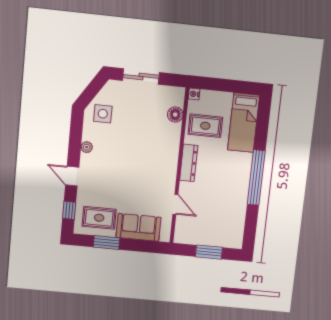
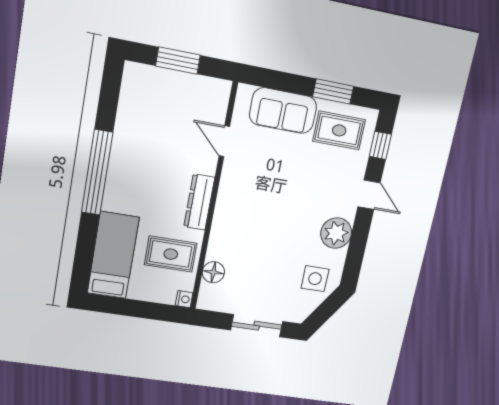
plant: (87, 147) -> (336, 233), width x1.88, depth x1.88

